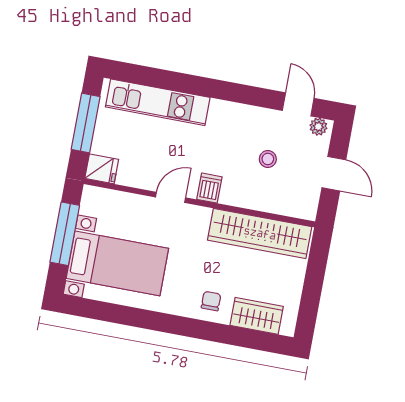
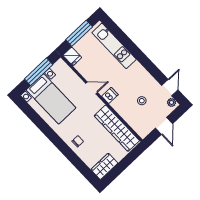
wardrobe: (257, 316) -> (104, 166), moved, turned -90

